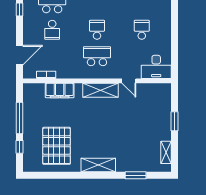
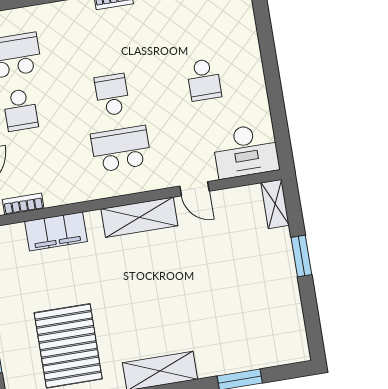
school desk: (142, 30) -> (204, 80), turned 180
shelving: (166, 152) -> (275, 204), moved

